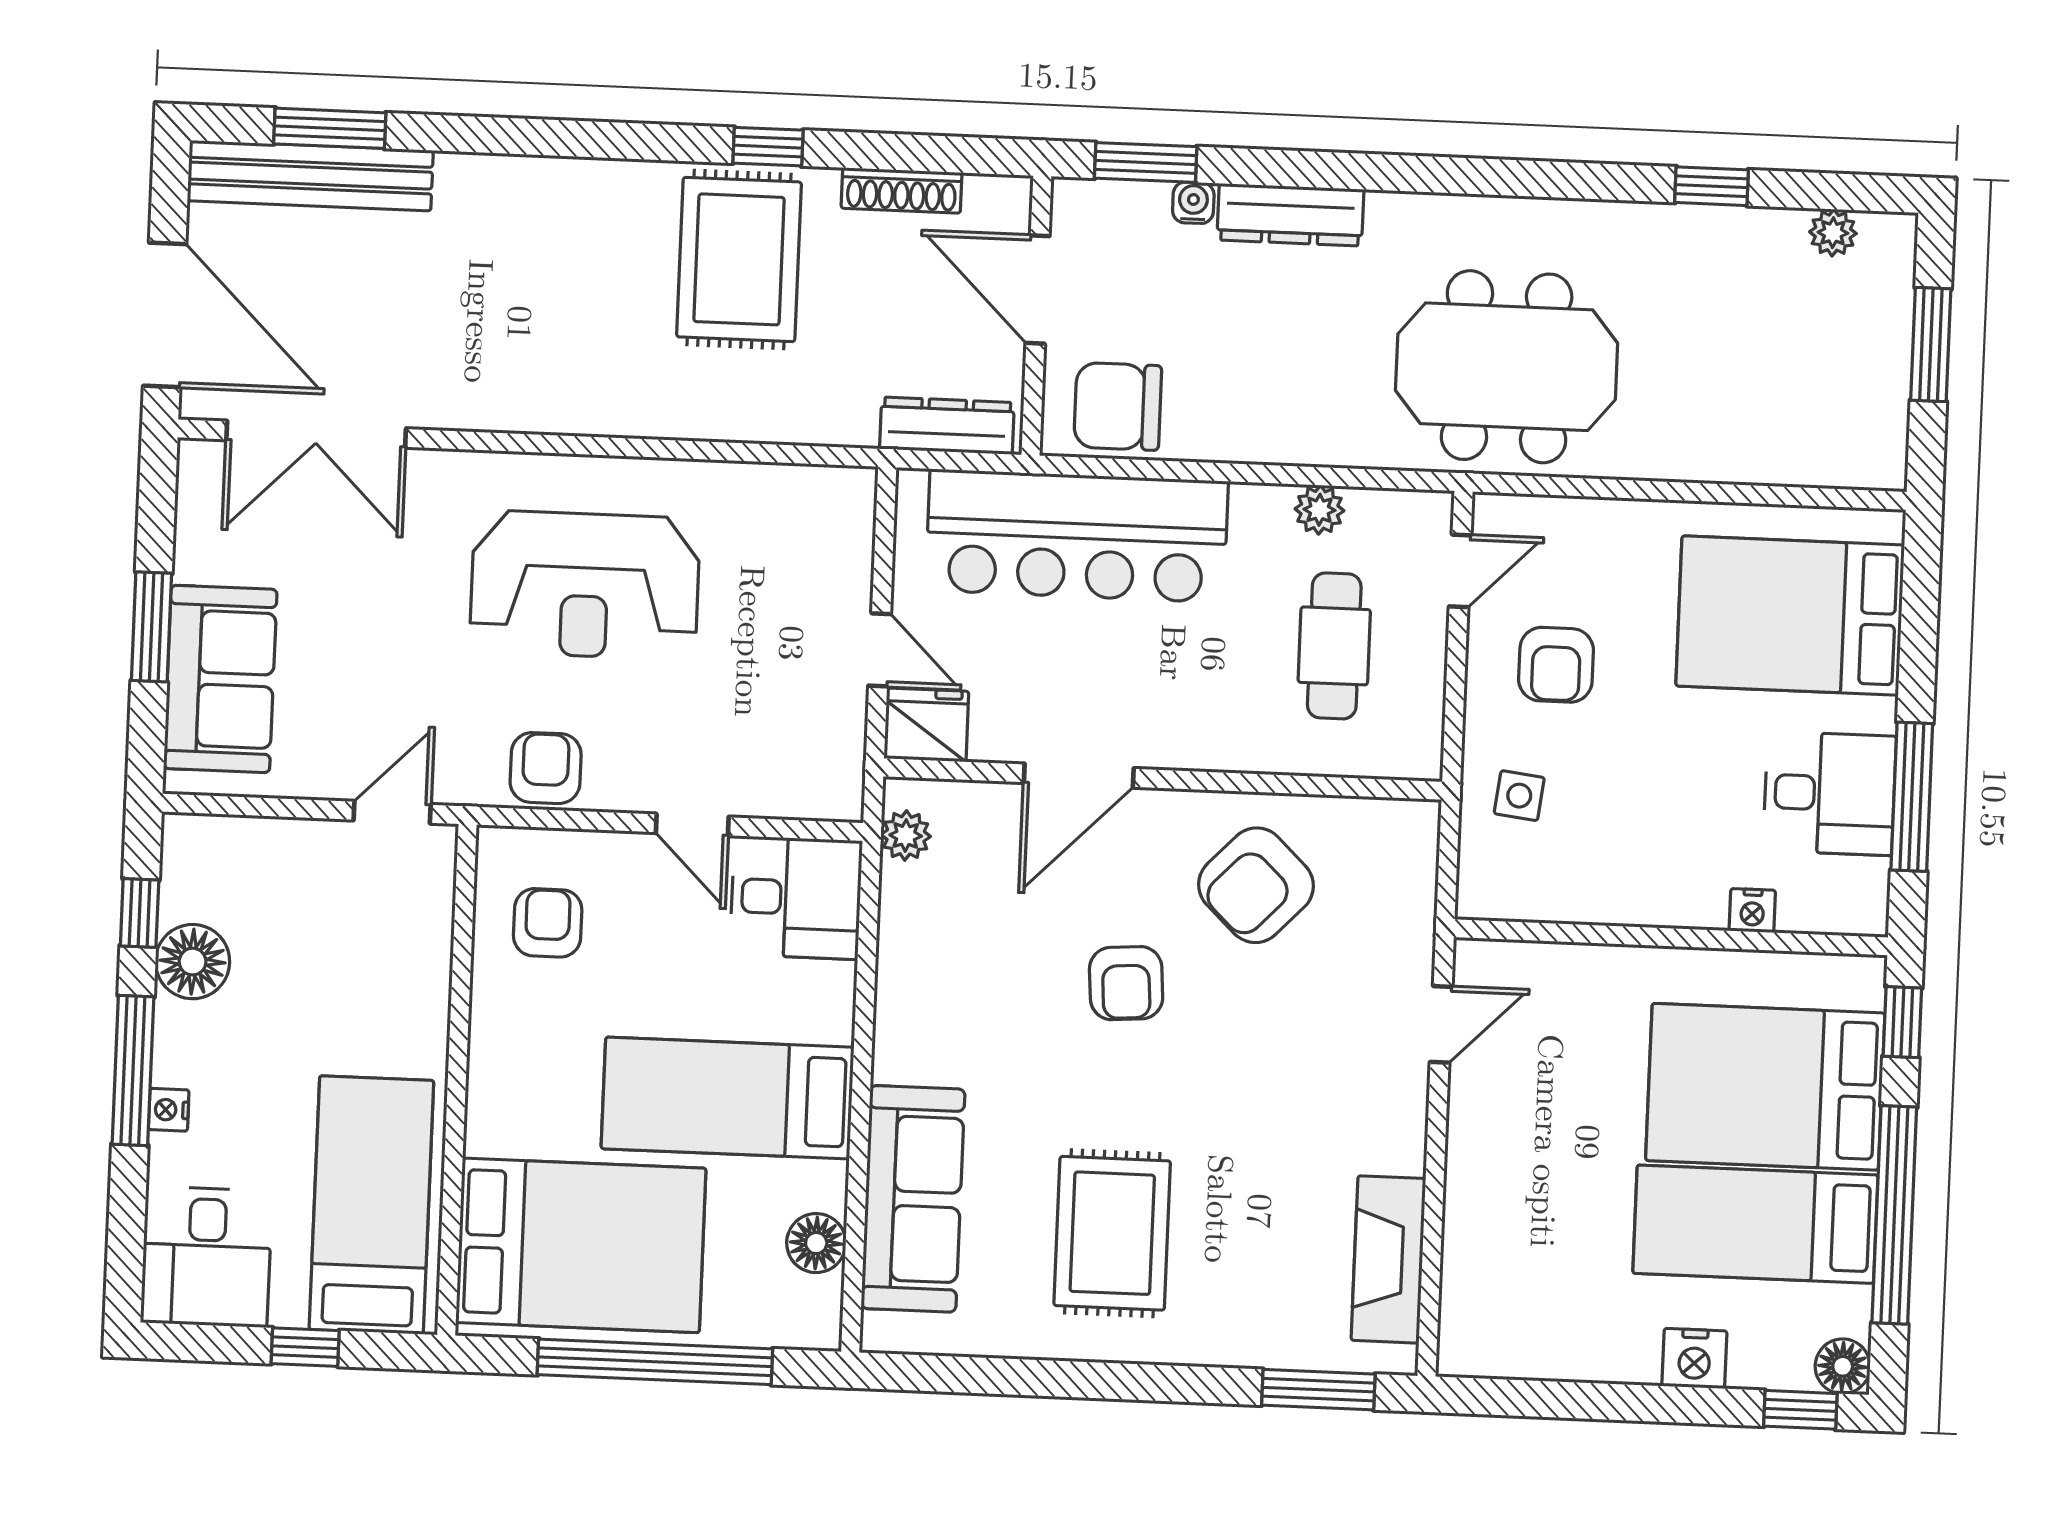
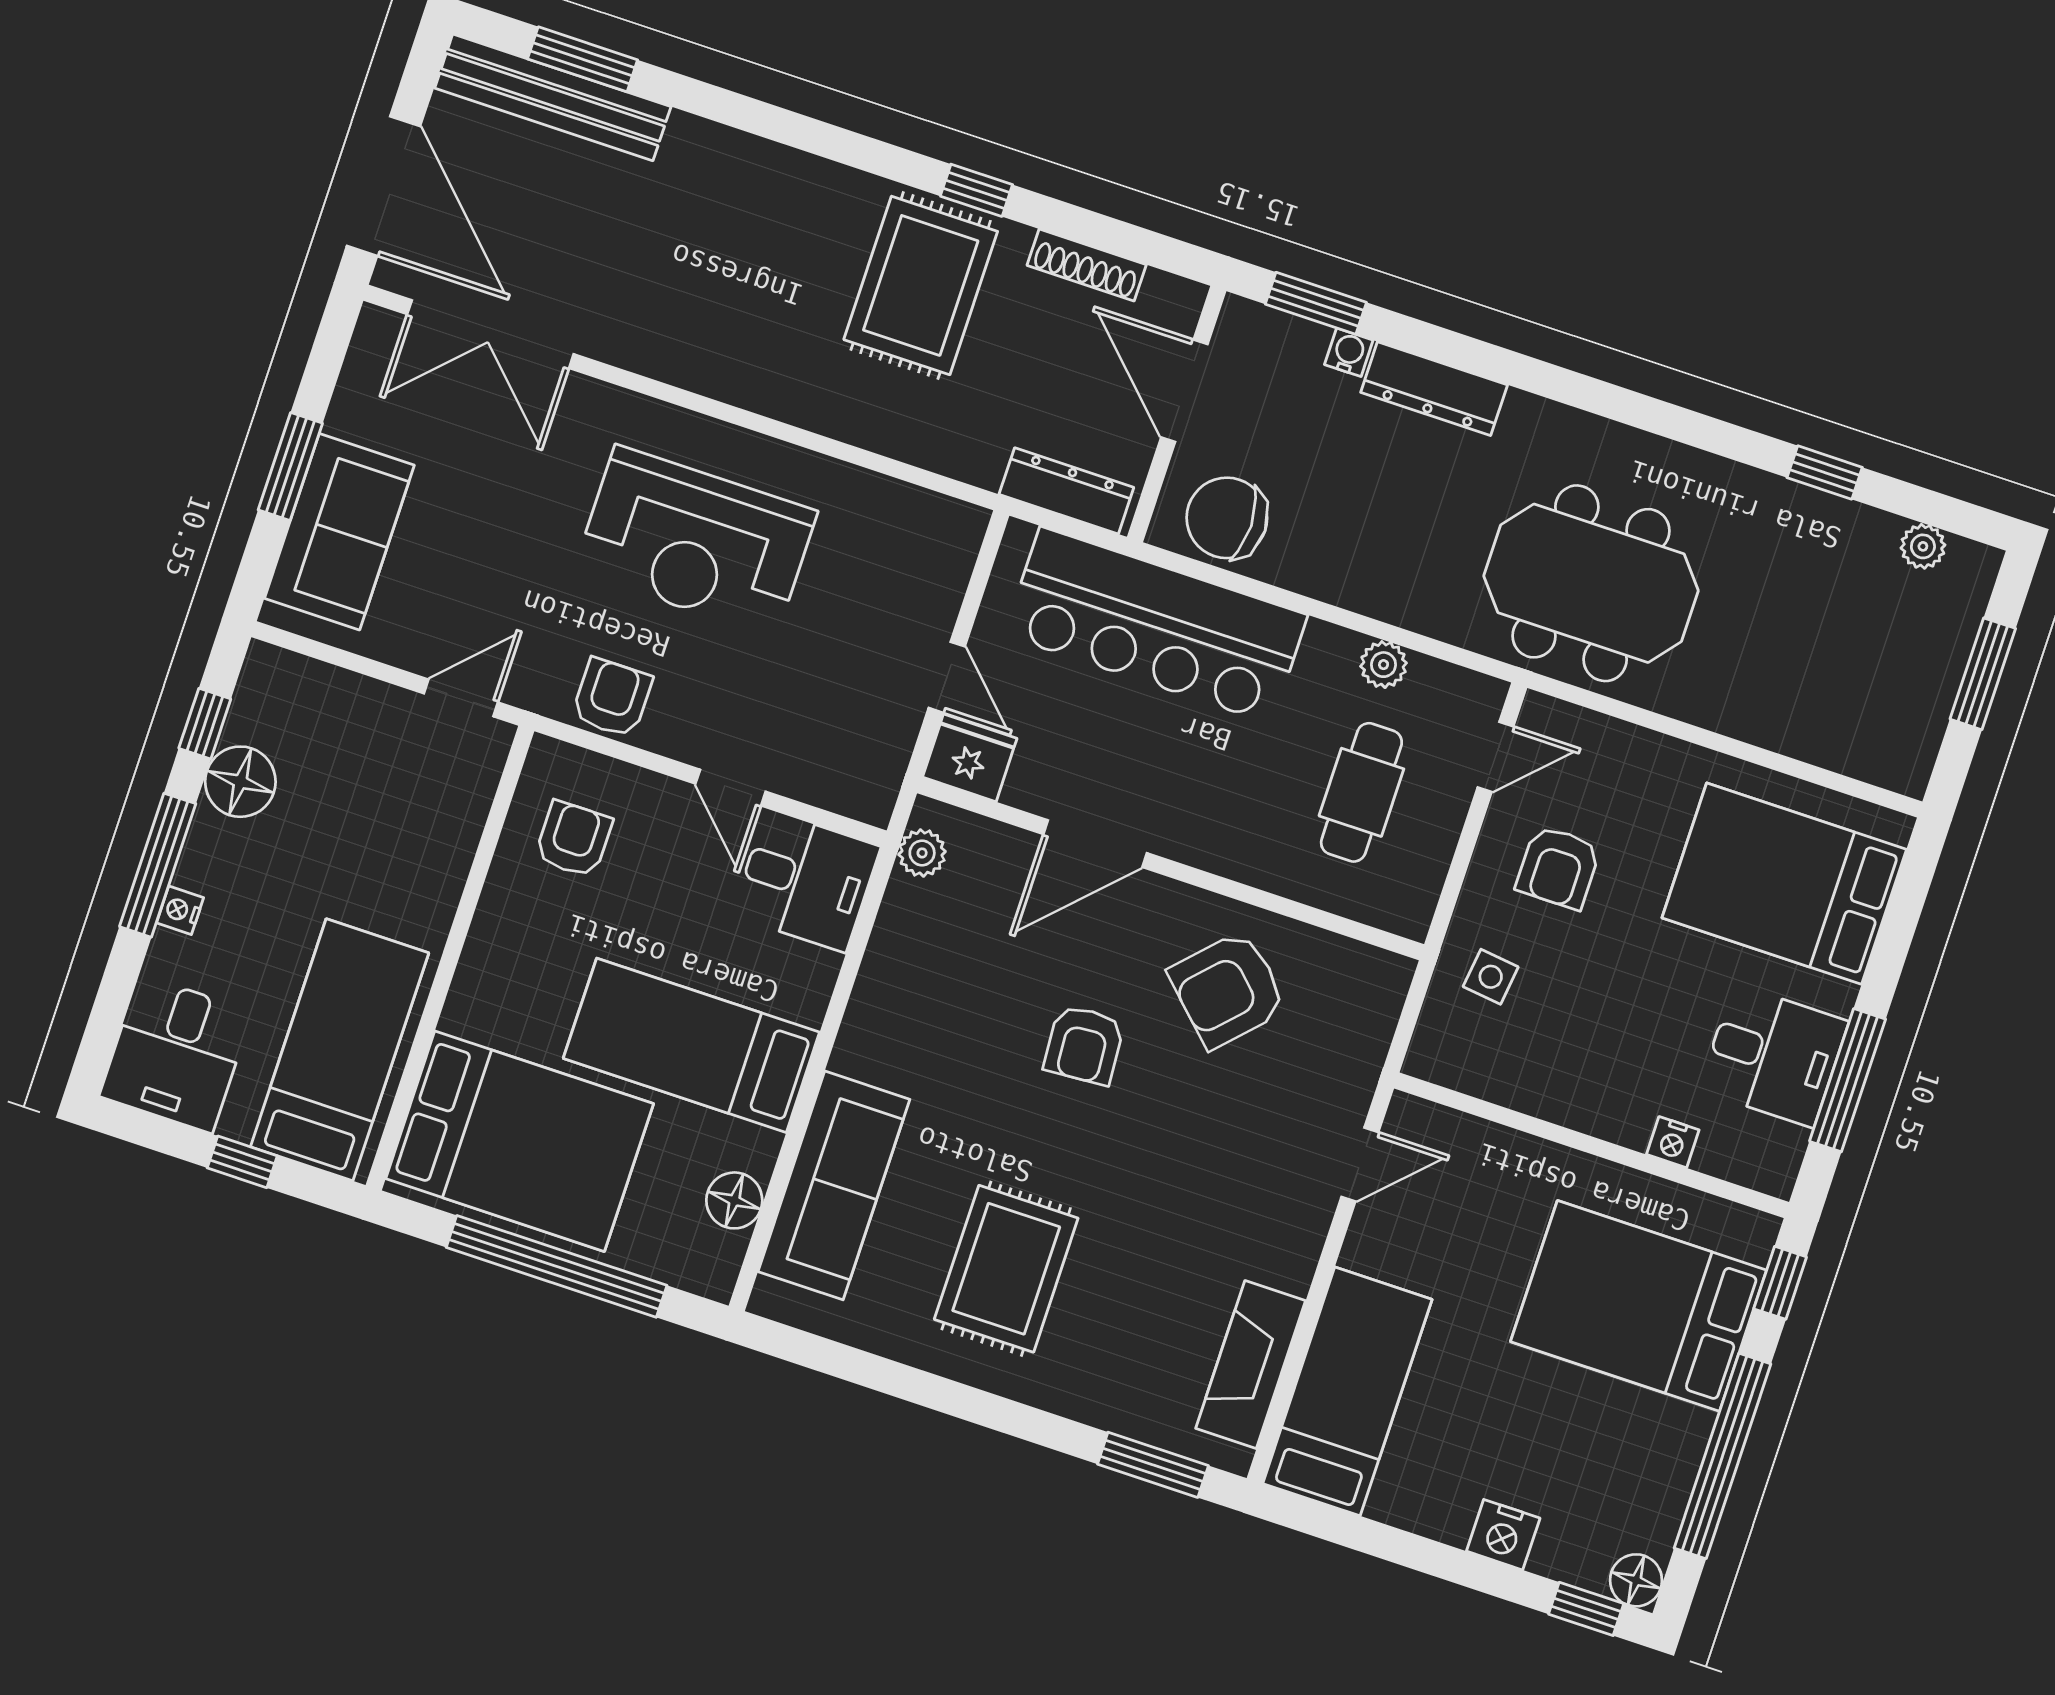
bed: (1755, 1224) -> (1347, 1391), moved, turned 90

